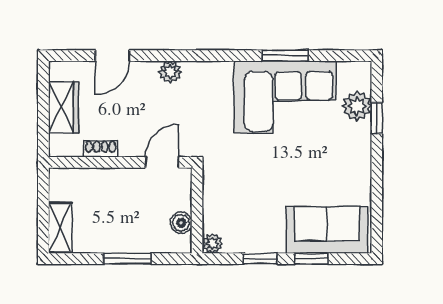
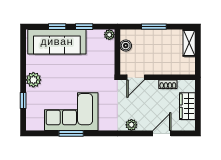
plant: (357, 106) -> (33, 80), moved
sofa: (327, 230) -> (57, 42), width x1.36

